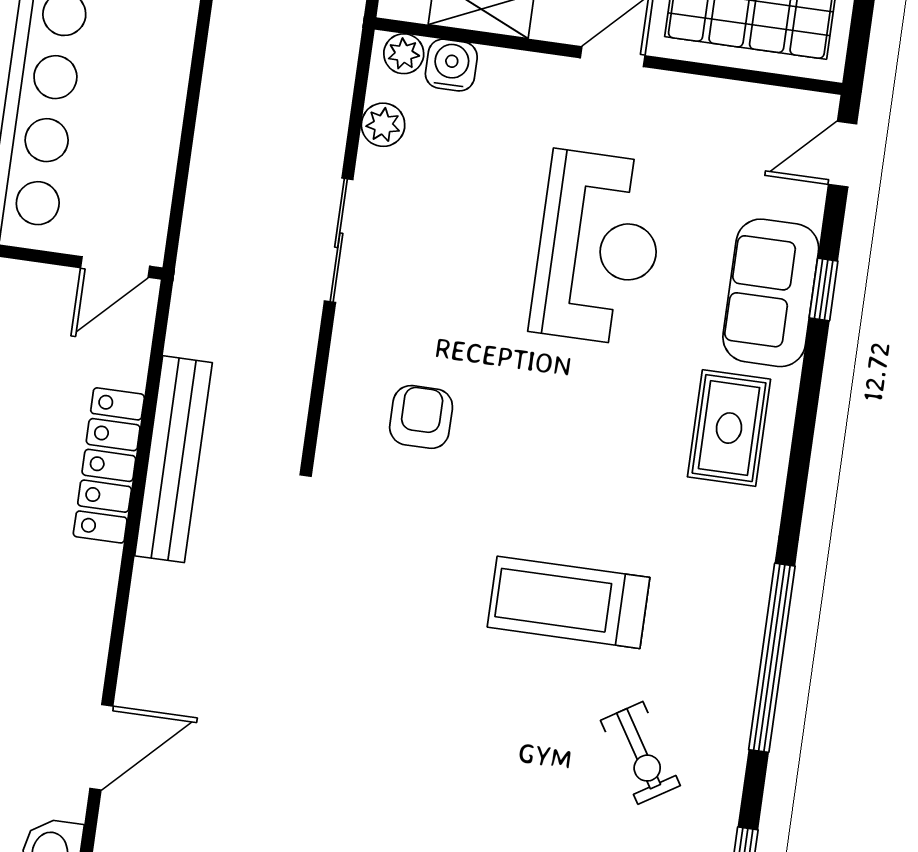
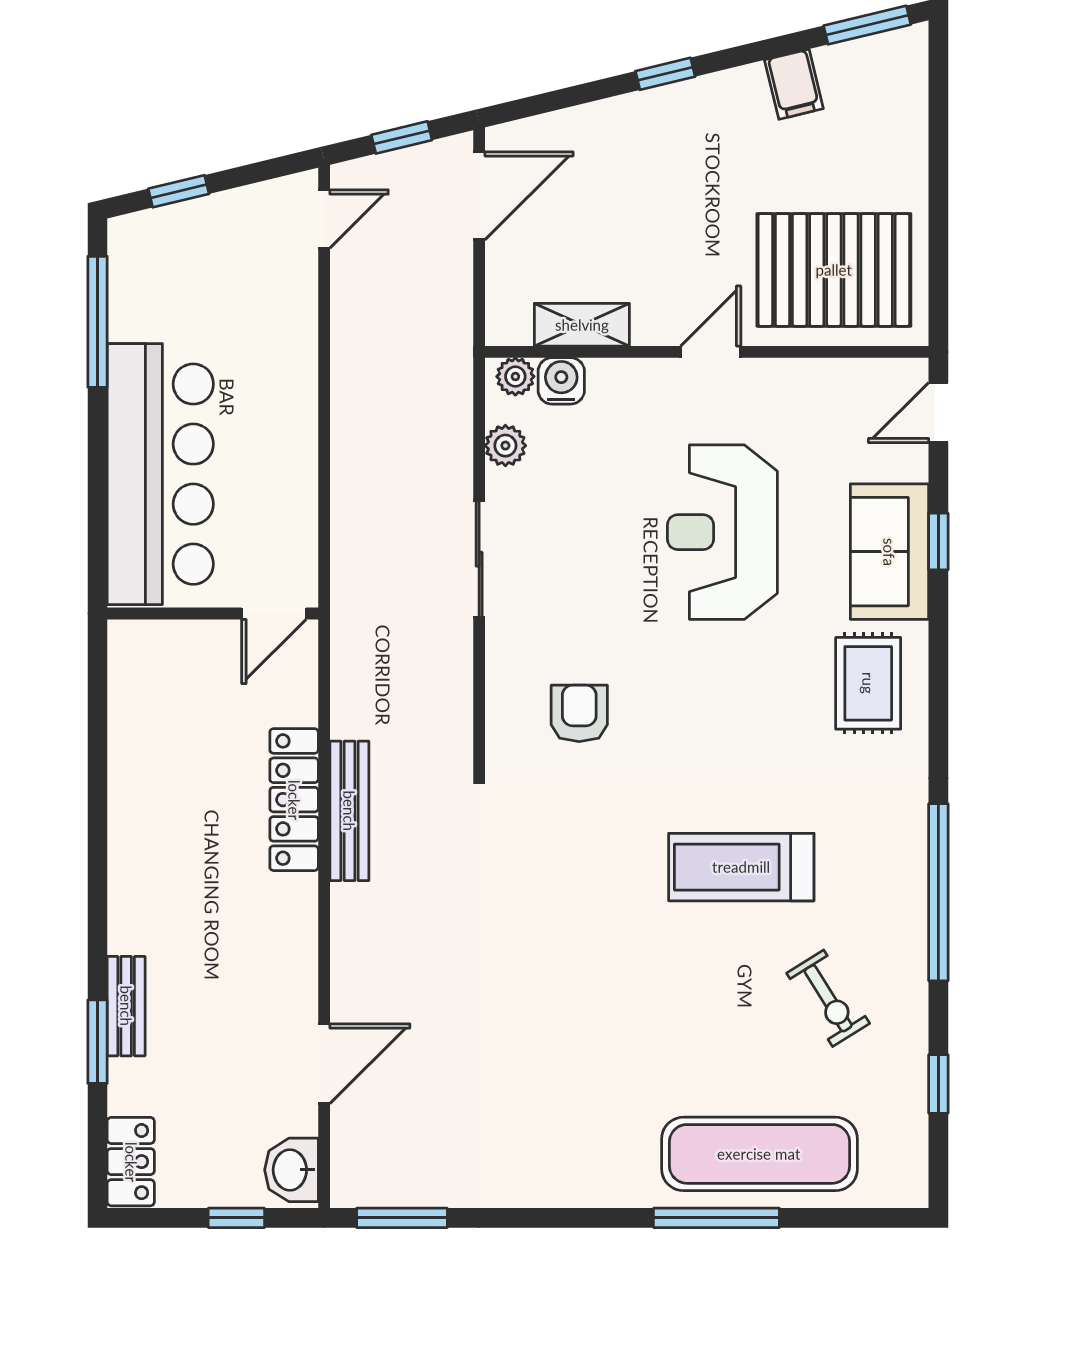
reception desk: (598, 248) -> (722, 532), turned 180
bench: (174, 459) -> (349, 811), width x0.73, depth x0.82

